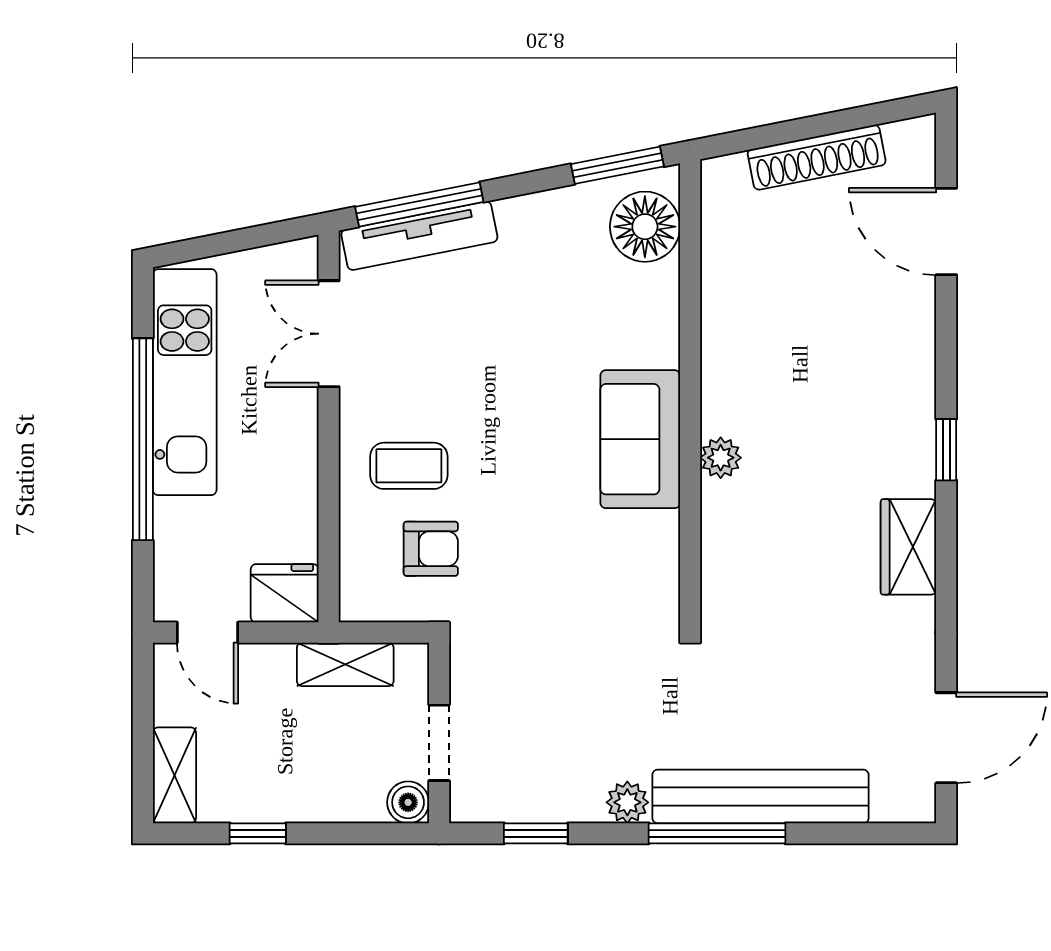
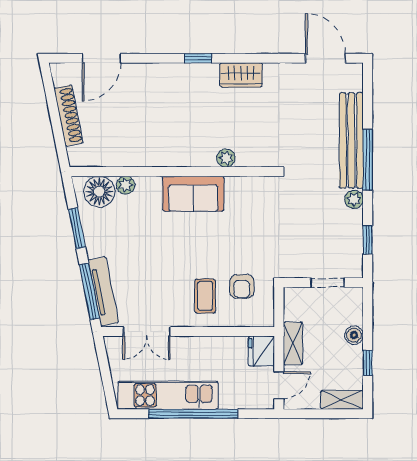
window: (617, 165) -> (77, 228), moved
plant: (660, 286) -> (126, 185), added
plant: (721, 458) -> (226, 158), moved
armchair: (431, 549) -> (242, 286), turned 180
shelving: (345, 664) -> (293, 343), moved
boiler: (408, 802) -> (354, 335), moved

